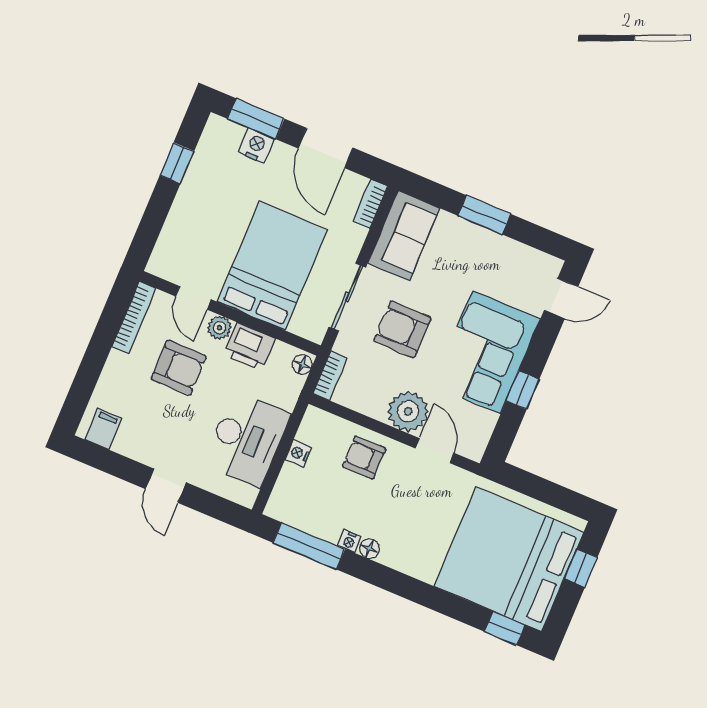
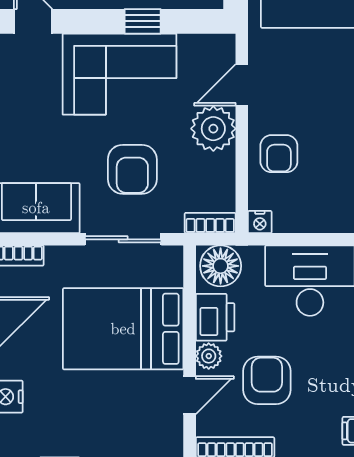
floor lamp: (302, 365) -> (221, 266), width x1.89, depth x1.89
nightstand: (299, 453) -> (260, 222), moved

